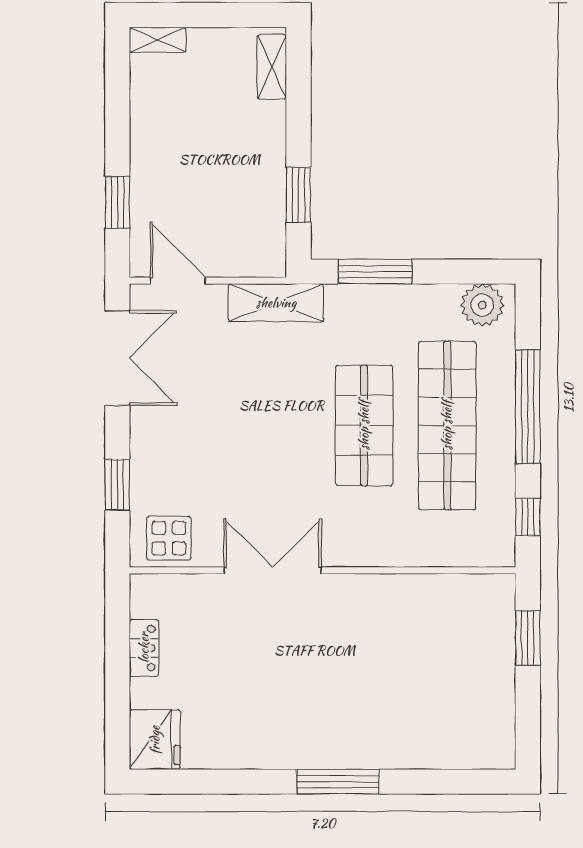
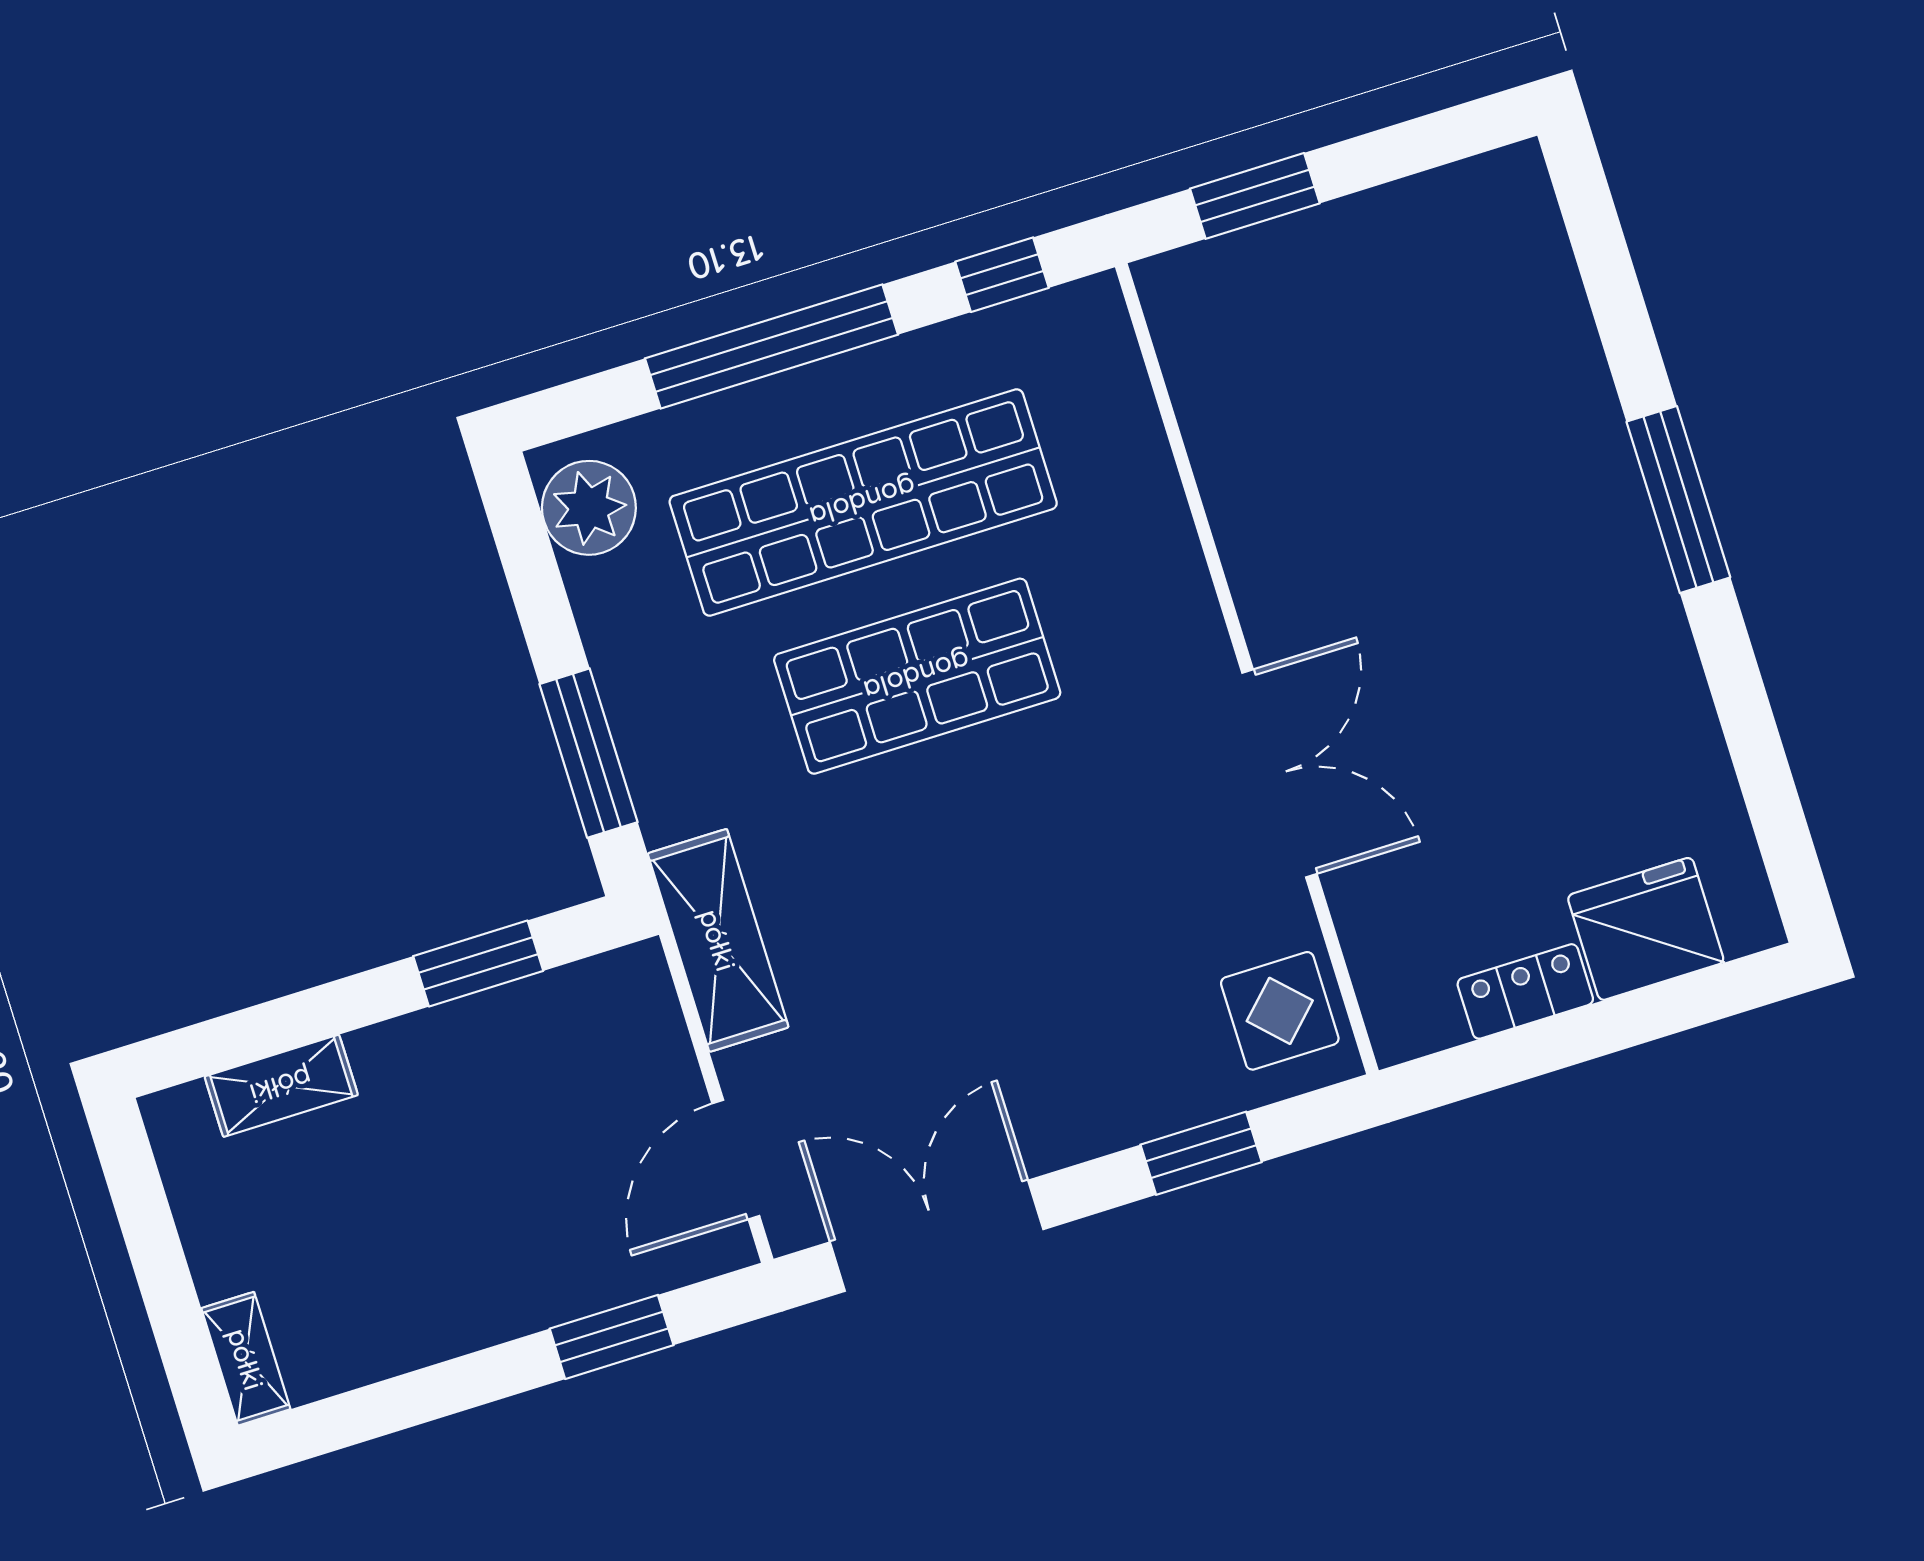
shelving: (272, 67) -> (281, 1086), moved
double door: (272, 570) -> (1280, 773), swing flipped
fridge: (155, 740) -> (1646, 929), moved

